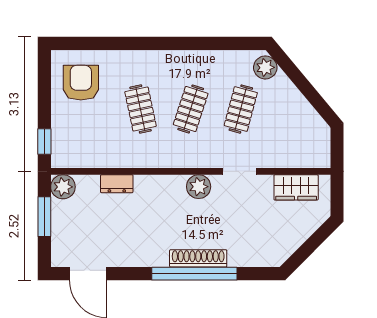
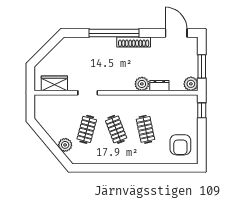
plant: (265, 67) -> (65, 145), moved
clothes rail: (191, 109) -> (116, 129), turned -39
plant: (199, 187) -> (142, 84), moved
shoe rack: (198, 258) -> (134, 42), moved

